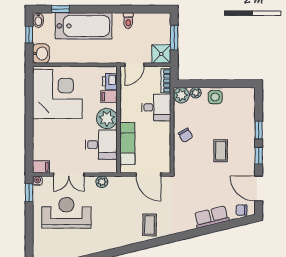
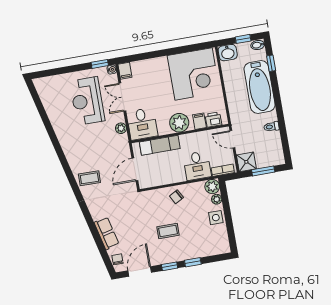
desk: (101, 145) -> (142, 124), moved
reception desk: (66, 213) -> (87, 101), turned 180

